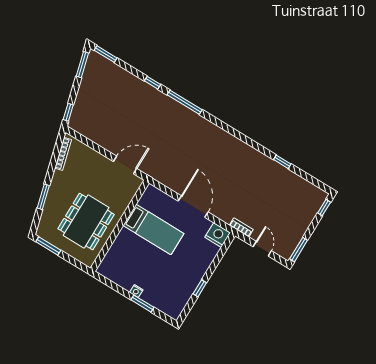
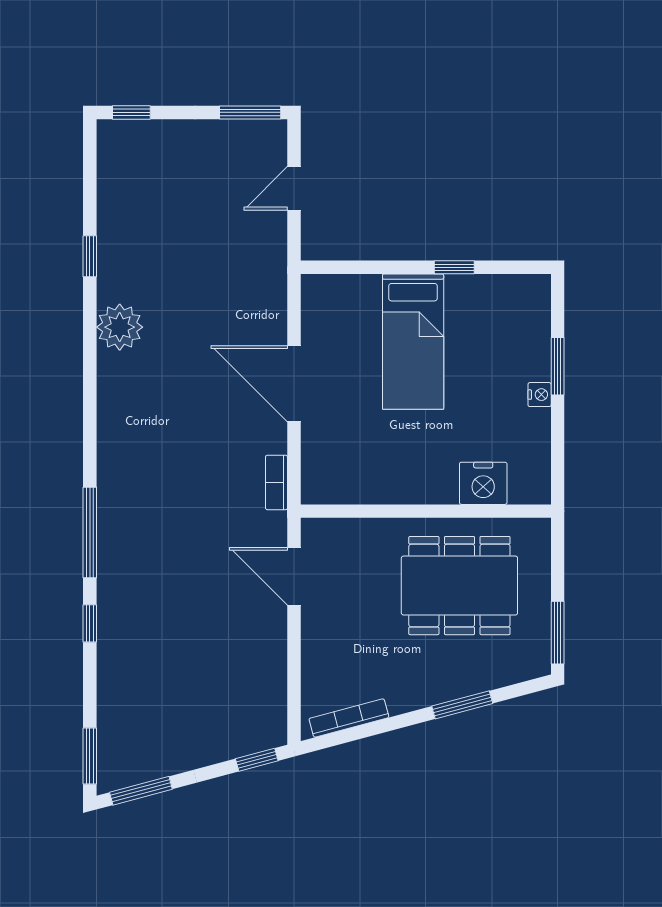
plant: (251, 157) -> (120, 327), added
door: (193, 207) -> (294, 384), hinge flipped
bookcase: (241, 227) -> (277, 482), moved
bed: (153, 229) -> (413, 342), moved, turned 180
nightstand: (218, 235) -> (483, 483), moved, turned -90

